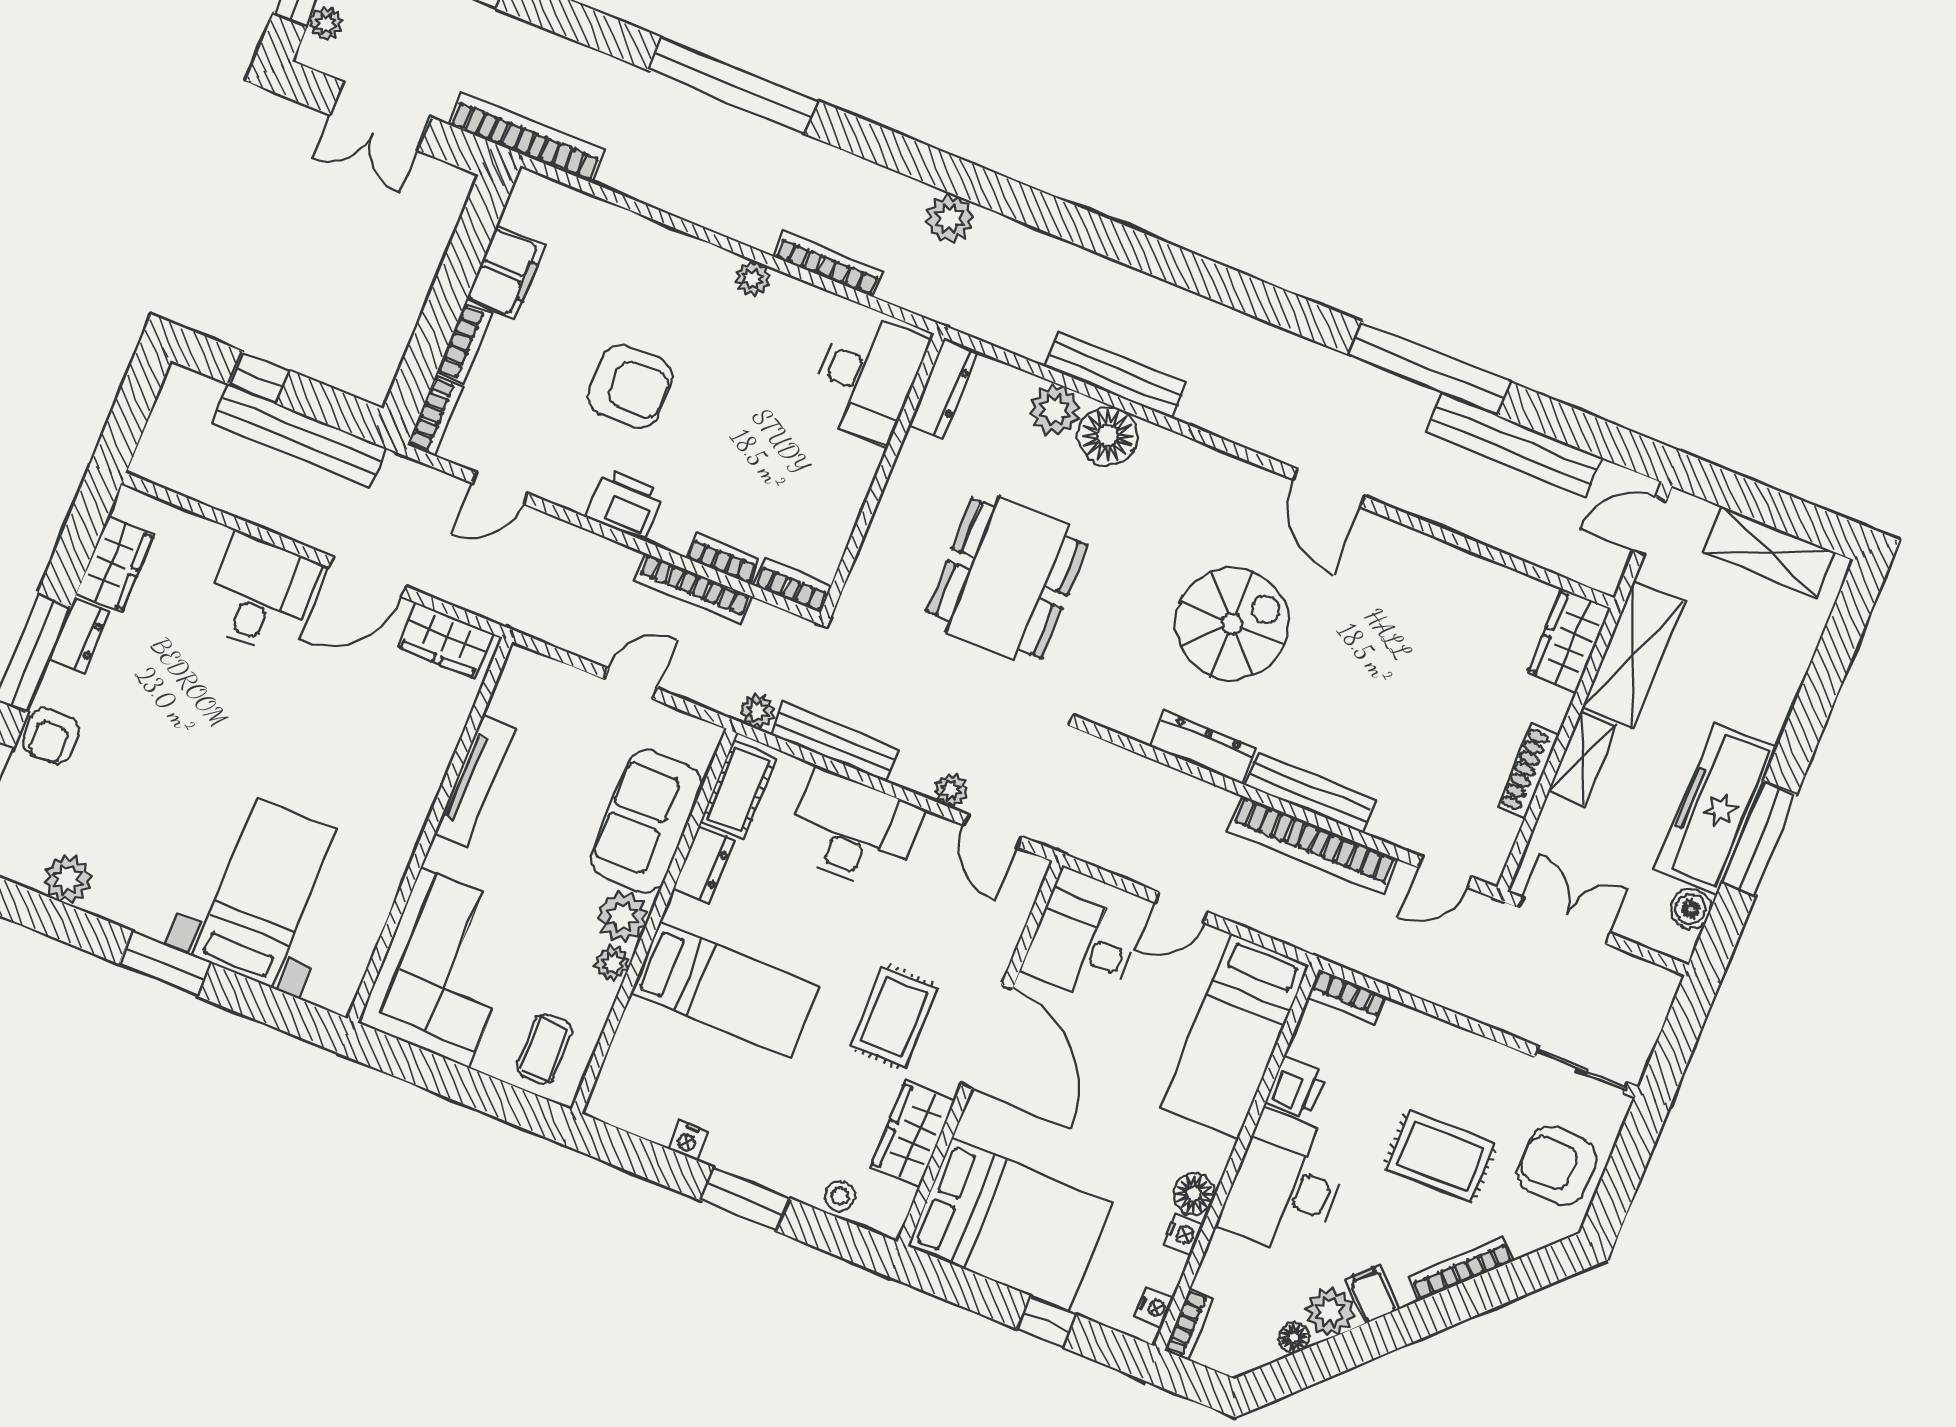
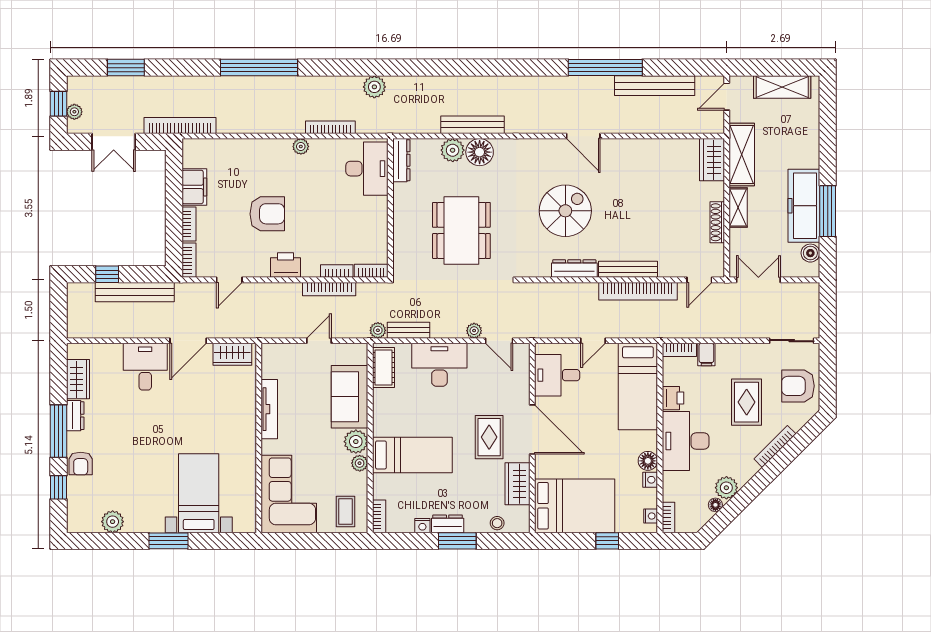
bench: (835, 742) -> (408, 330), width x0.73
dresser: (704, 865) -> (448, 524), moved, turned -90
bookcase: (608, 1086) -> (379, 516), added
rug: (1440, 1156) -> (747, 402), turned 90
filing cabinet: (1373, 1294) -> (706, 354), moved, turned -135

